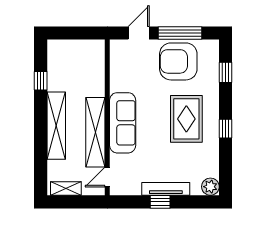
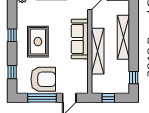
window: (79, 33) -> (108, 98), added
window: (41, 81) -> (134, 78), moved
shelving: (95, 132) -> (98, 51), moved

